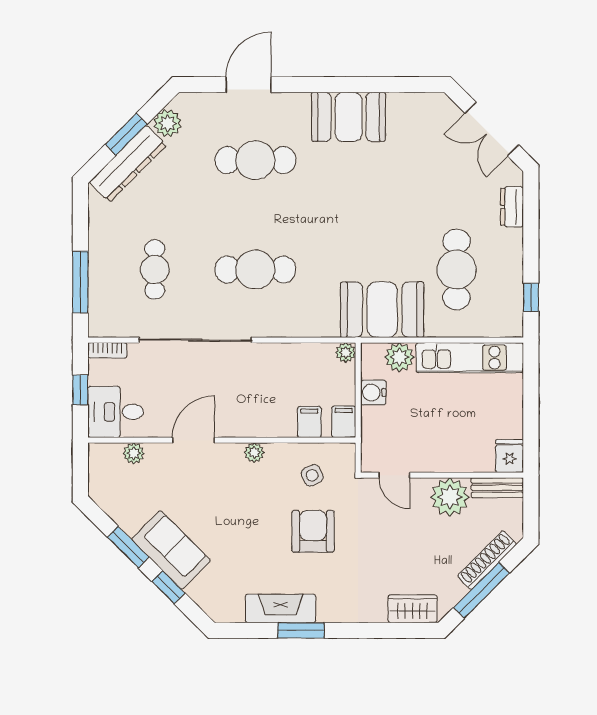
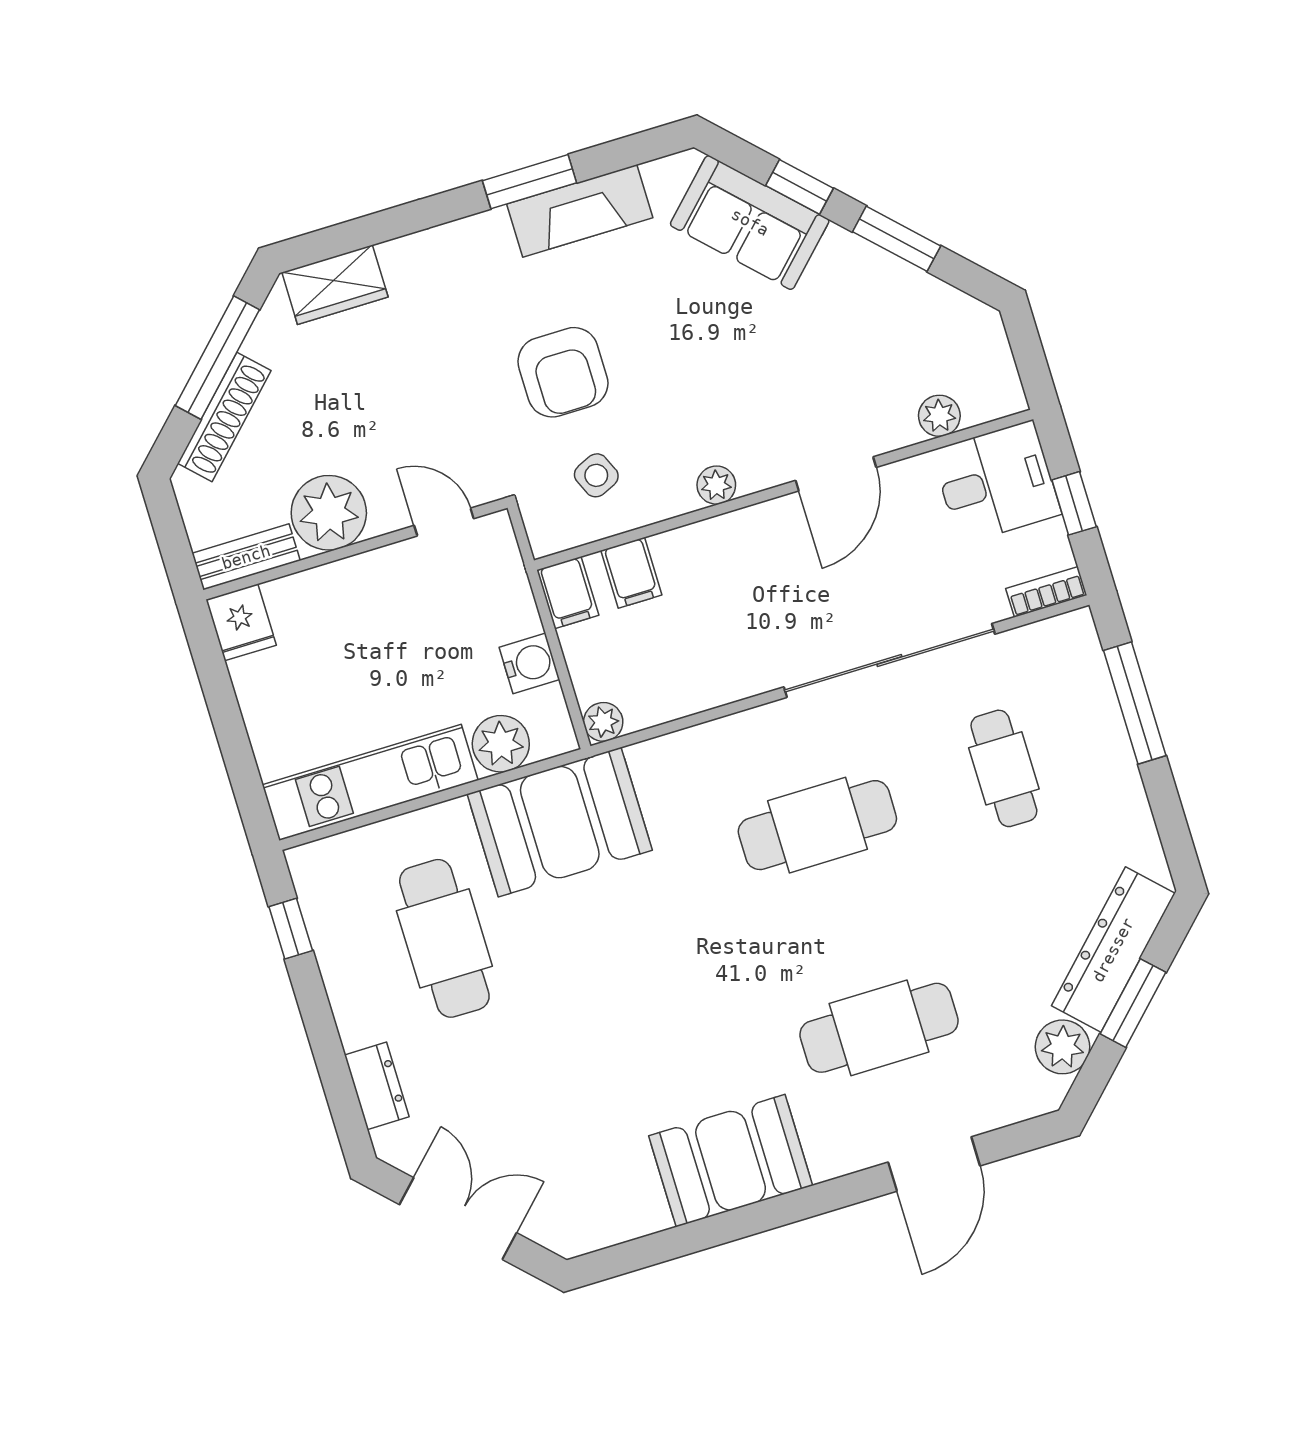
sofa: (171, 550) -> (750, 222), moved

